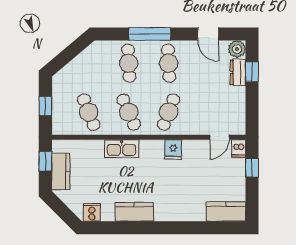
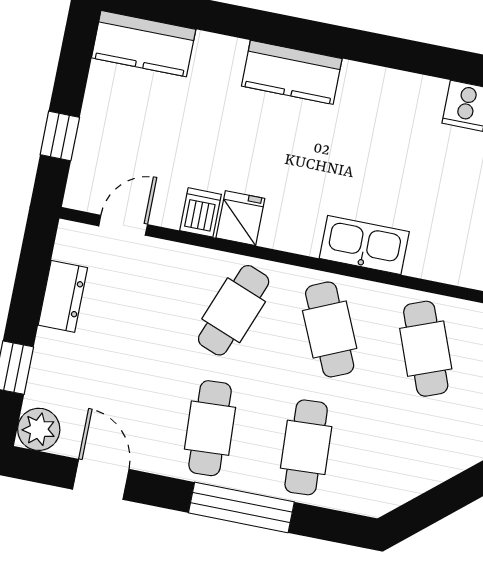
dresser: (238, 72) -> (63, 296), moved
dishwasher: (239, 149) -> (201, 212), moved
kitchen counter: (134, 212) -> (292, 72), moved

